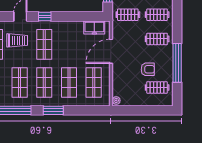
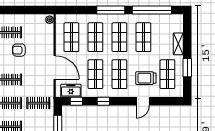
window: (45, 17) -> (103, 101), moved
window: (89, 17) -> (76, 101), added
shop shelf: (69, 44) -> (95, 74), added
door: (111, 51) -> (55, 68), hinge flipped
window: (53, 110) -> (111, 10), width x1.44

